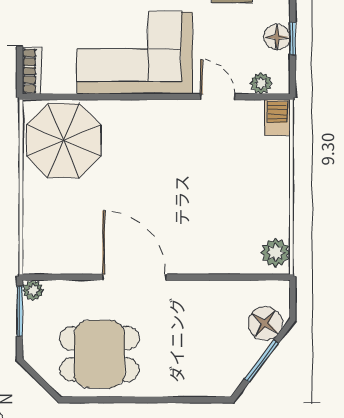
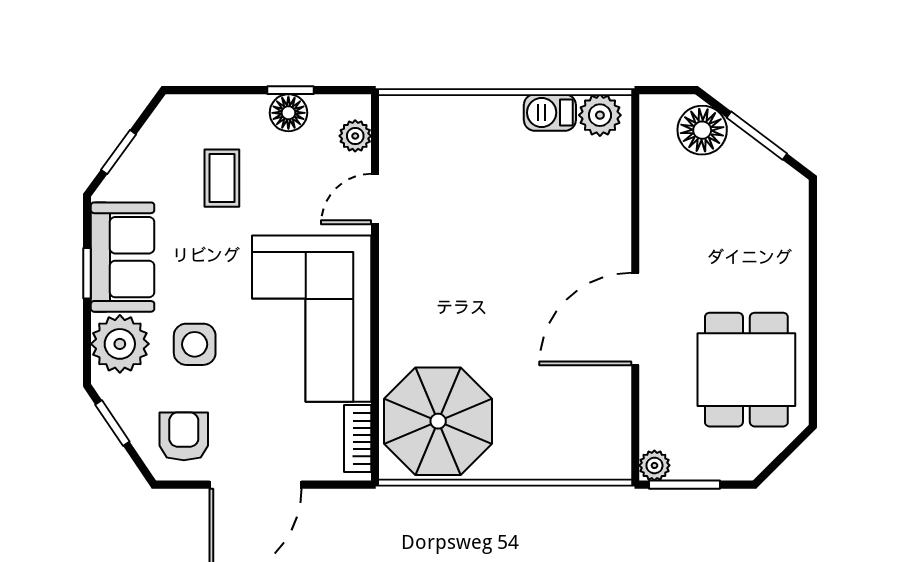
bookcase: (32, 71) -> (358, 439), moved, turned -90
barbecue: (277, 118) -> (550, 113), moved

